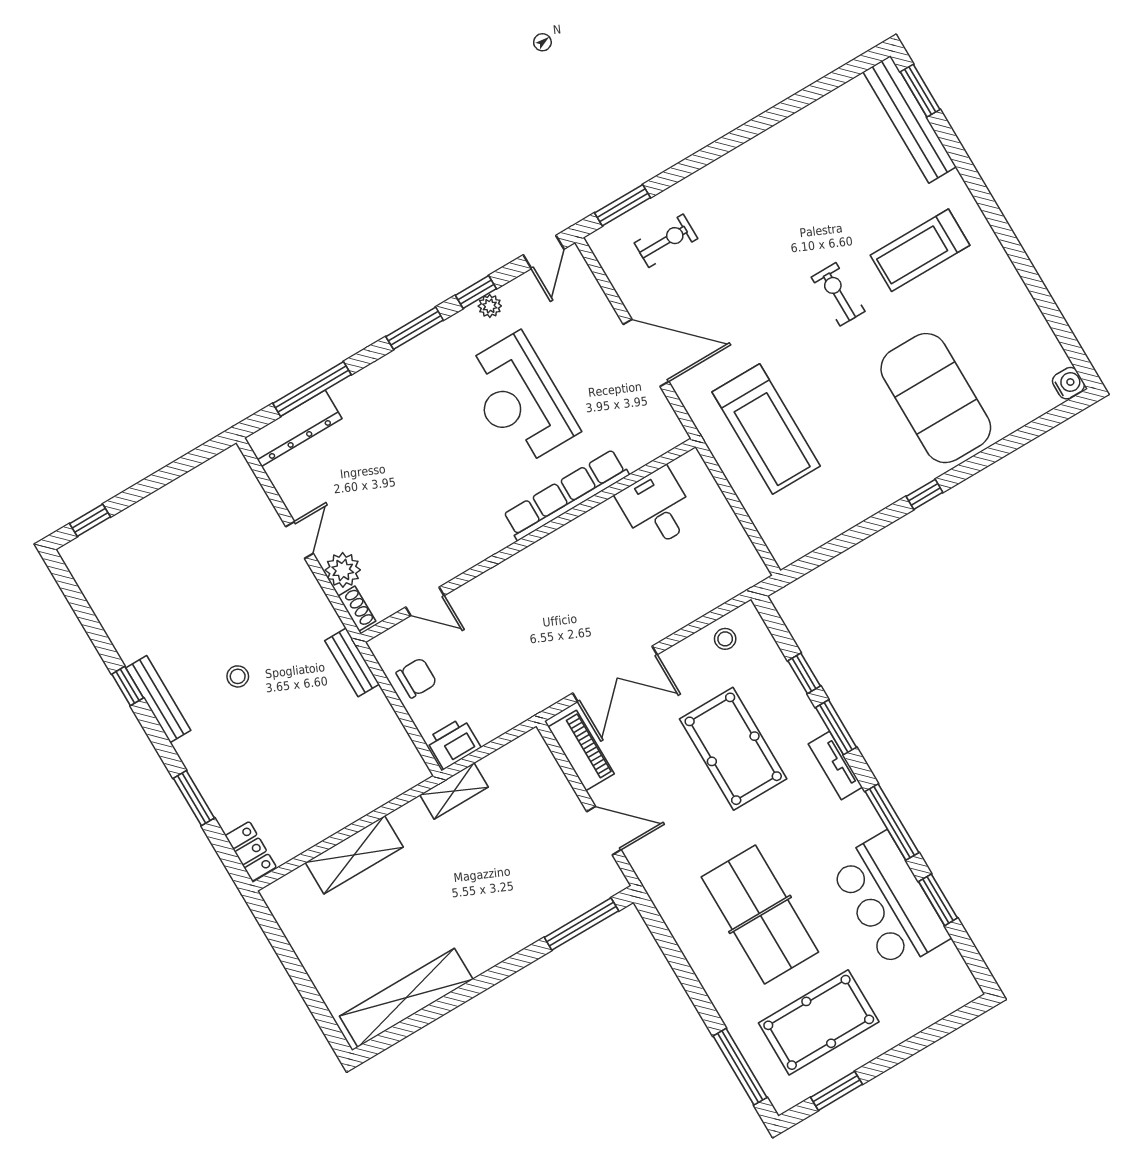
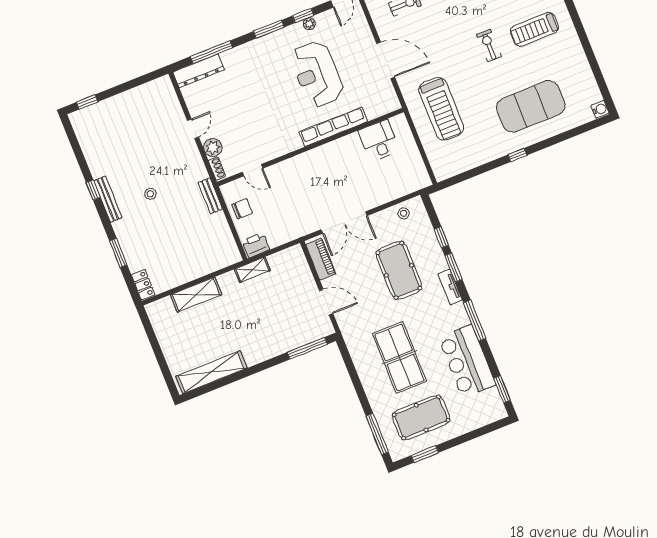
exercise mat: (936, 398) -> (531, 106), turned 90
window: (938, 900) -> (502, 389), moved

